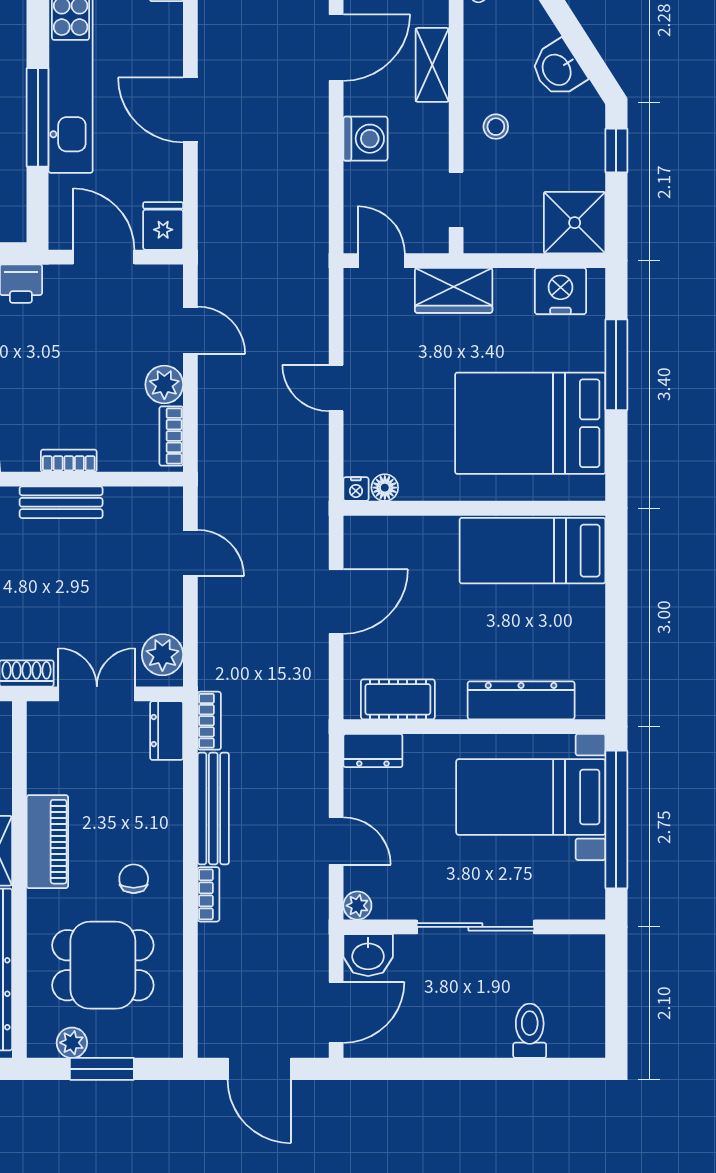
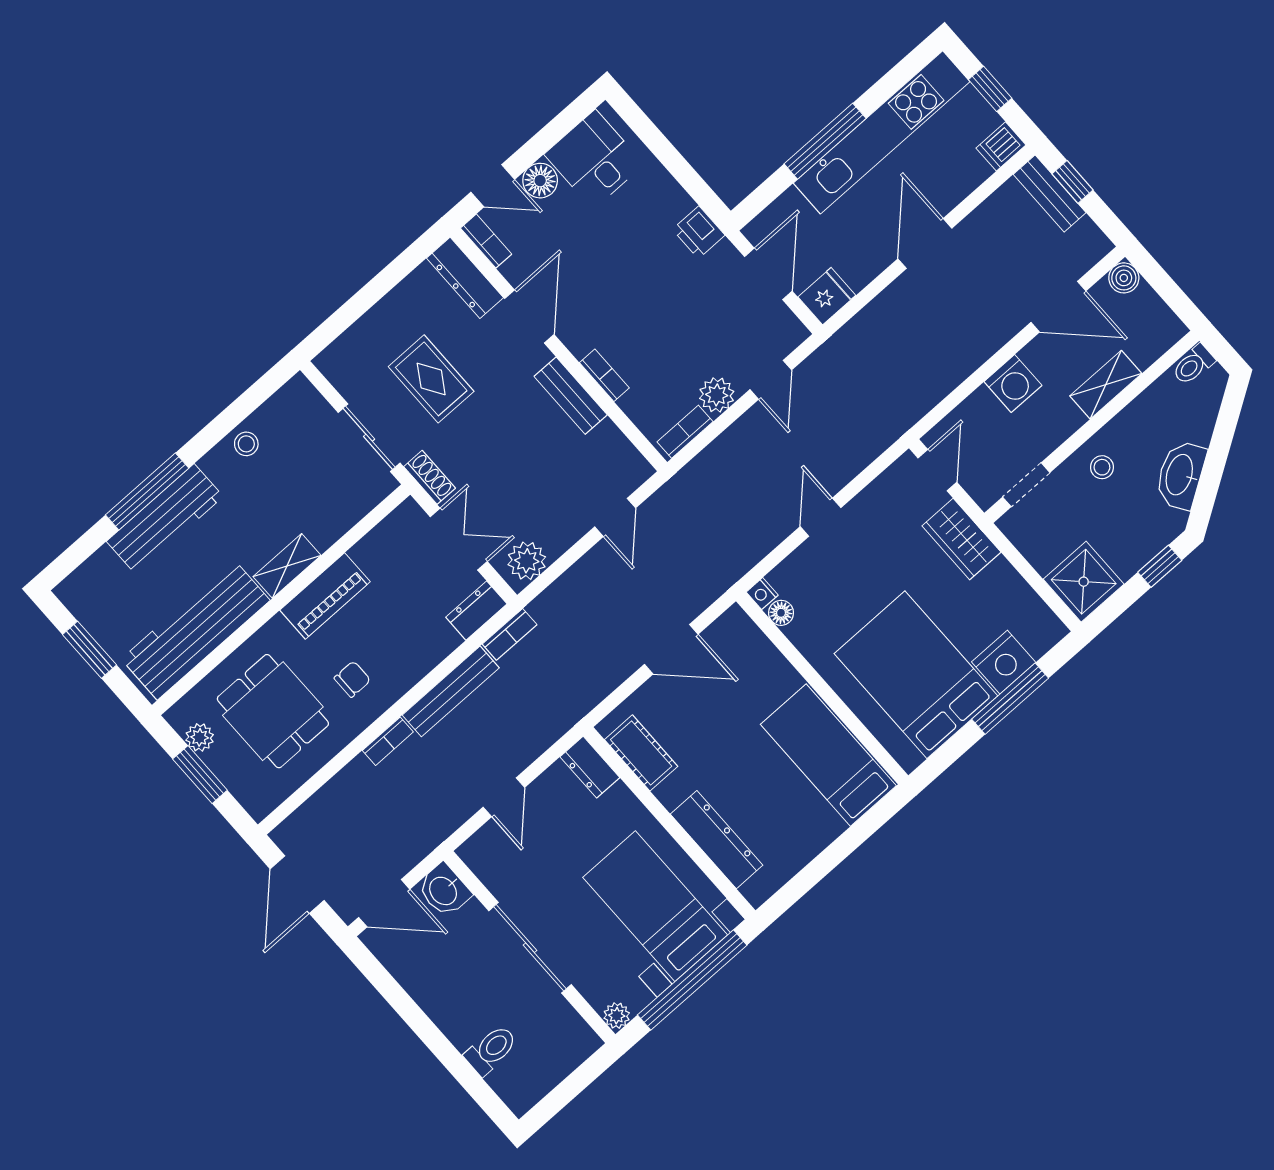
washbasin: (558, 69) -> (1180, 475), width x1.38
nightstand: (561, 291) -> (1004, 662), moved, turned 90
plant: (357, 906) -> (617, 1016), moved

